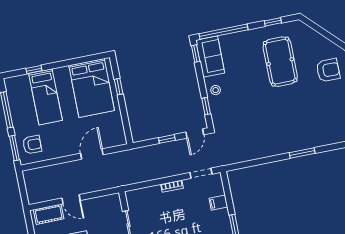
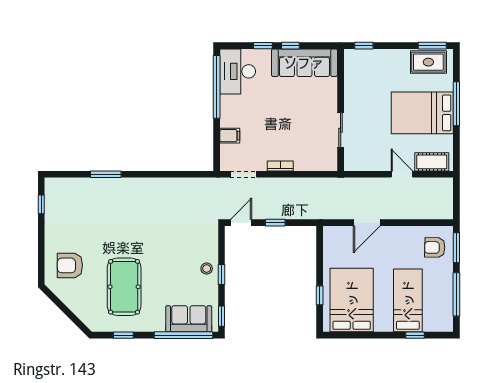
sofa: (210, 57) -> (189, 319), moved, turned 90
window: (206, 106) -> (221, 274), moved
window: (302, 153) -> (106, 174), moved

